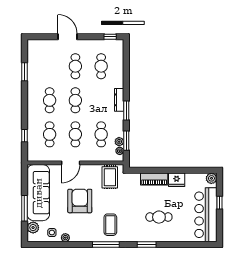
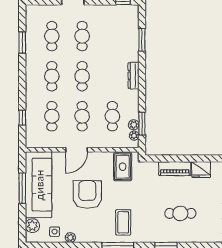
cafe table: (101, 66) -> (52, 36), moved
window: (126, 111) -> (142, 40), moved
window: (24, 208) -> (22, 188), moved

